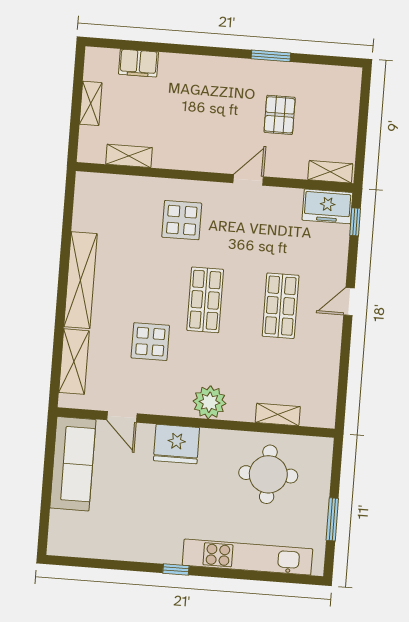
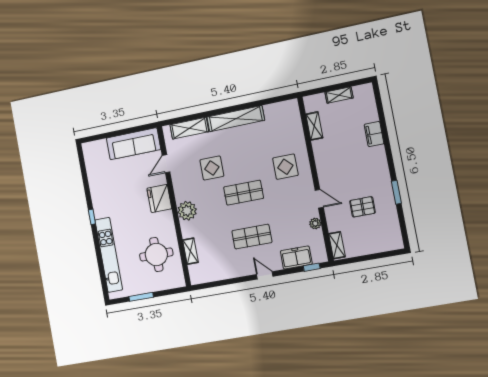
filing cabinet: (138, 63) -> (374, 134), moved
plant: (286, 197) -> (315, 224), added
freezer: (327, 206) -> (296, 257), moved, turned 90

